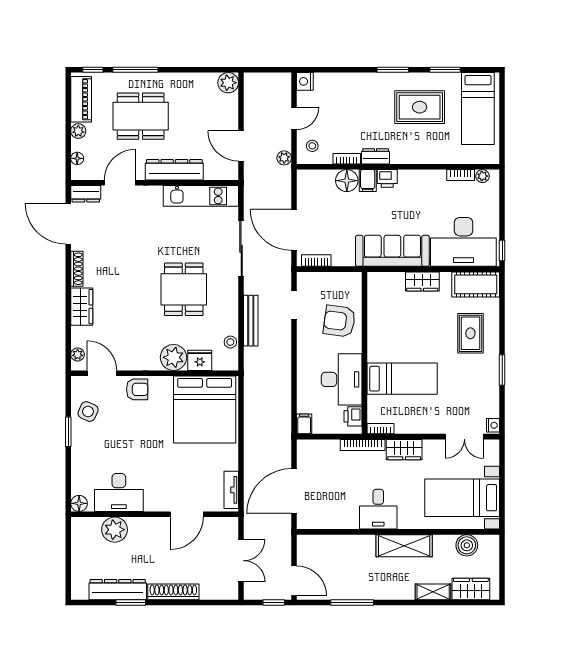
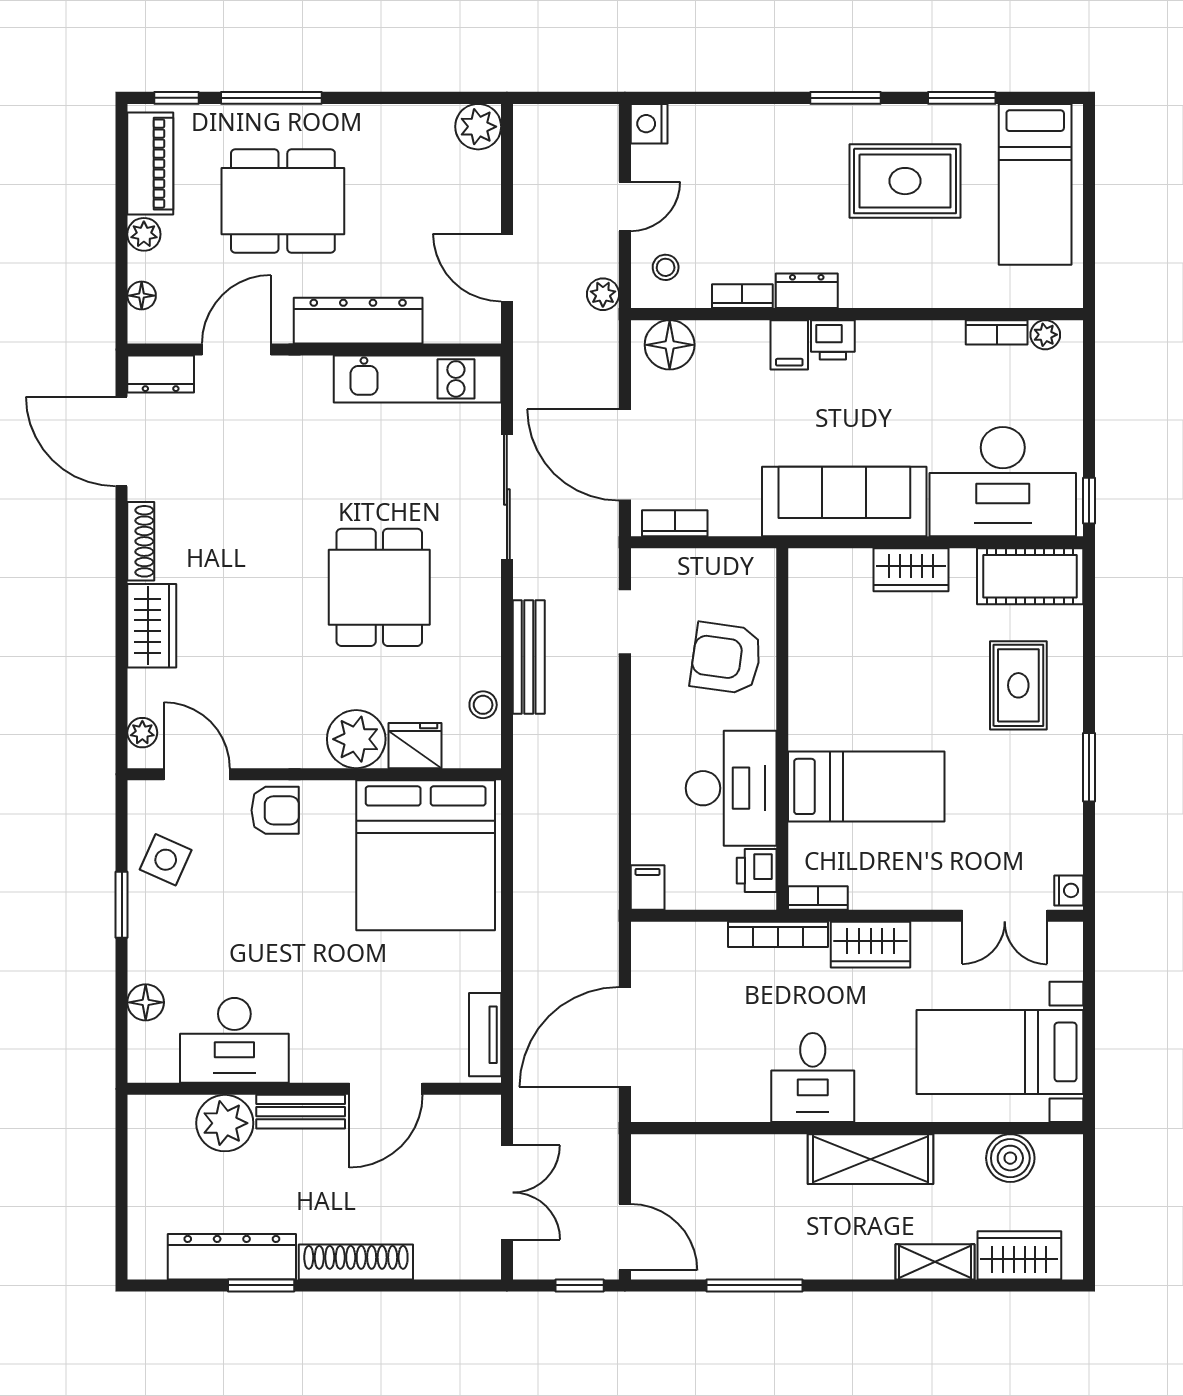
floor lamp: (347, 181) -> (670, 345), moved
floor lamp: (79, 503) -> (146, 1002), moved
bench: (149, 524) -> (301, 1112), added

